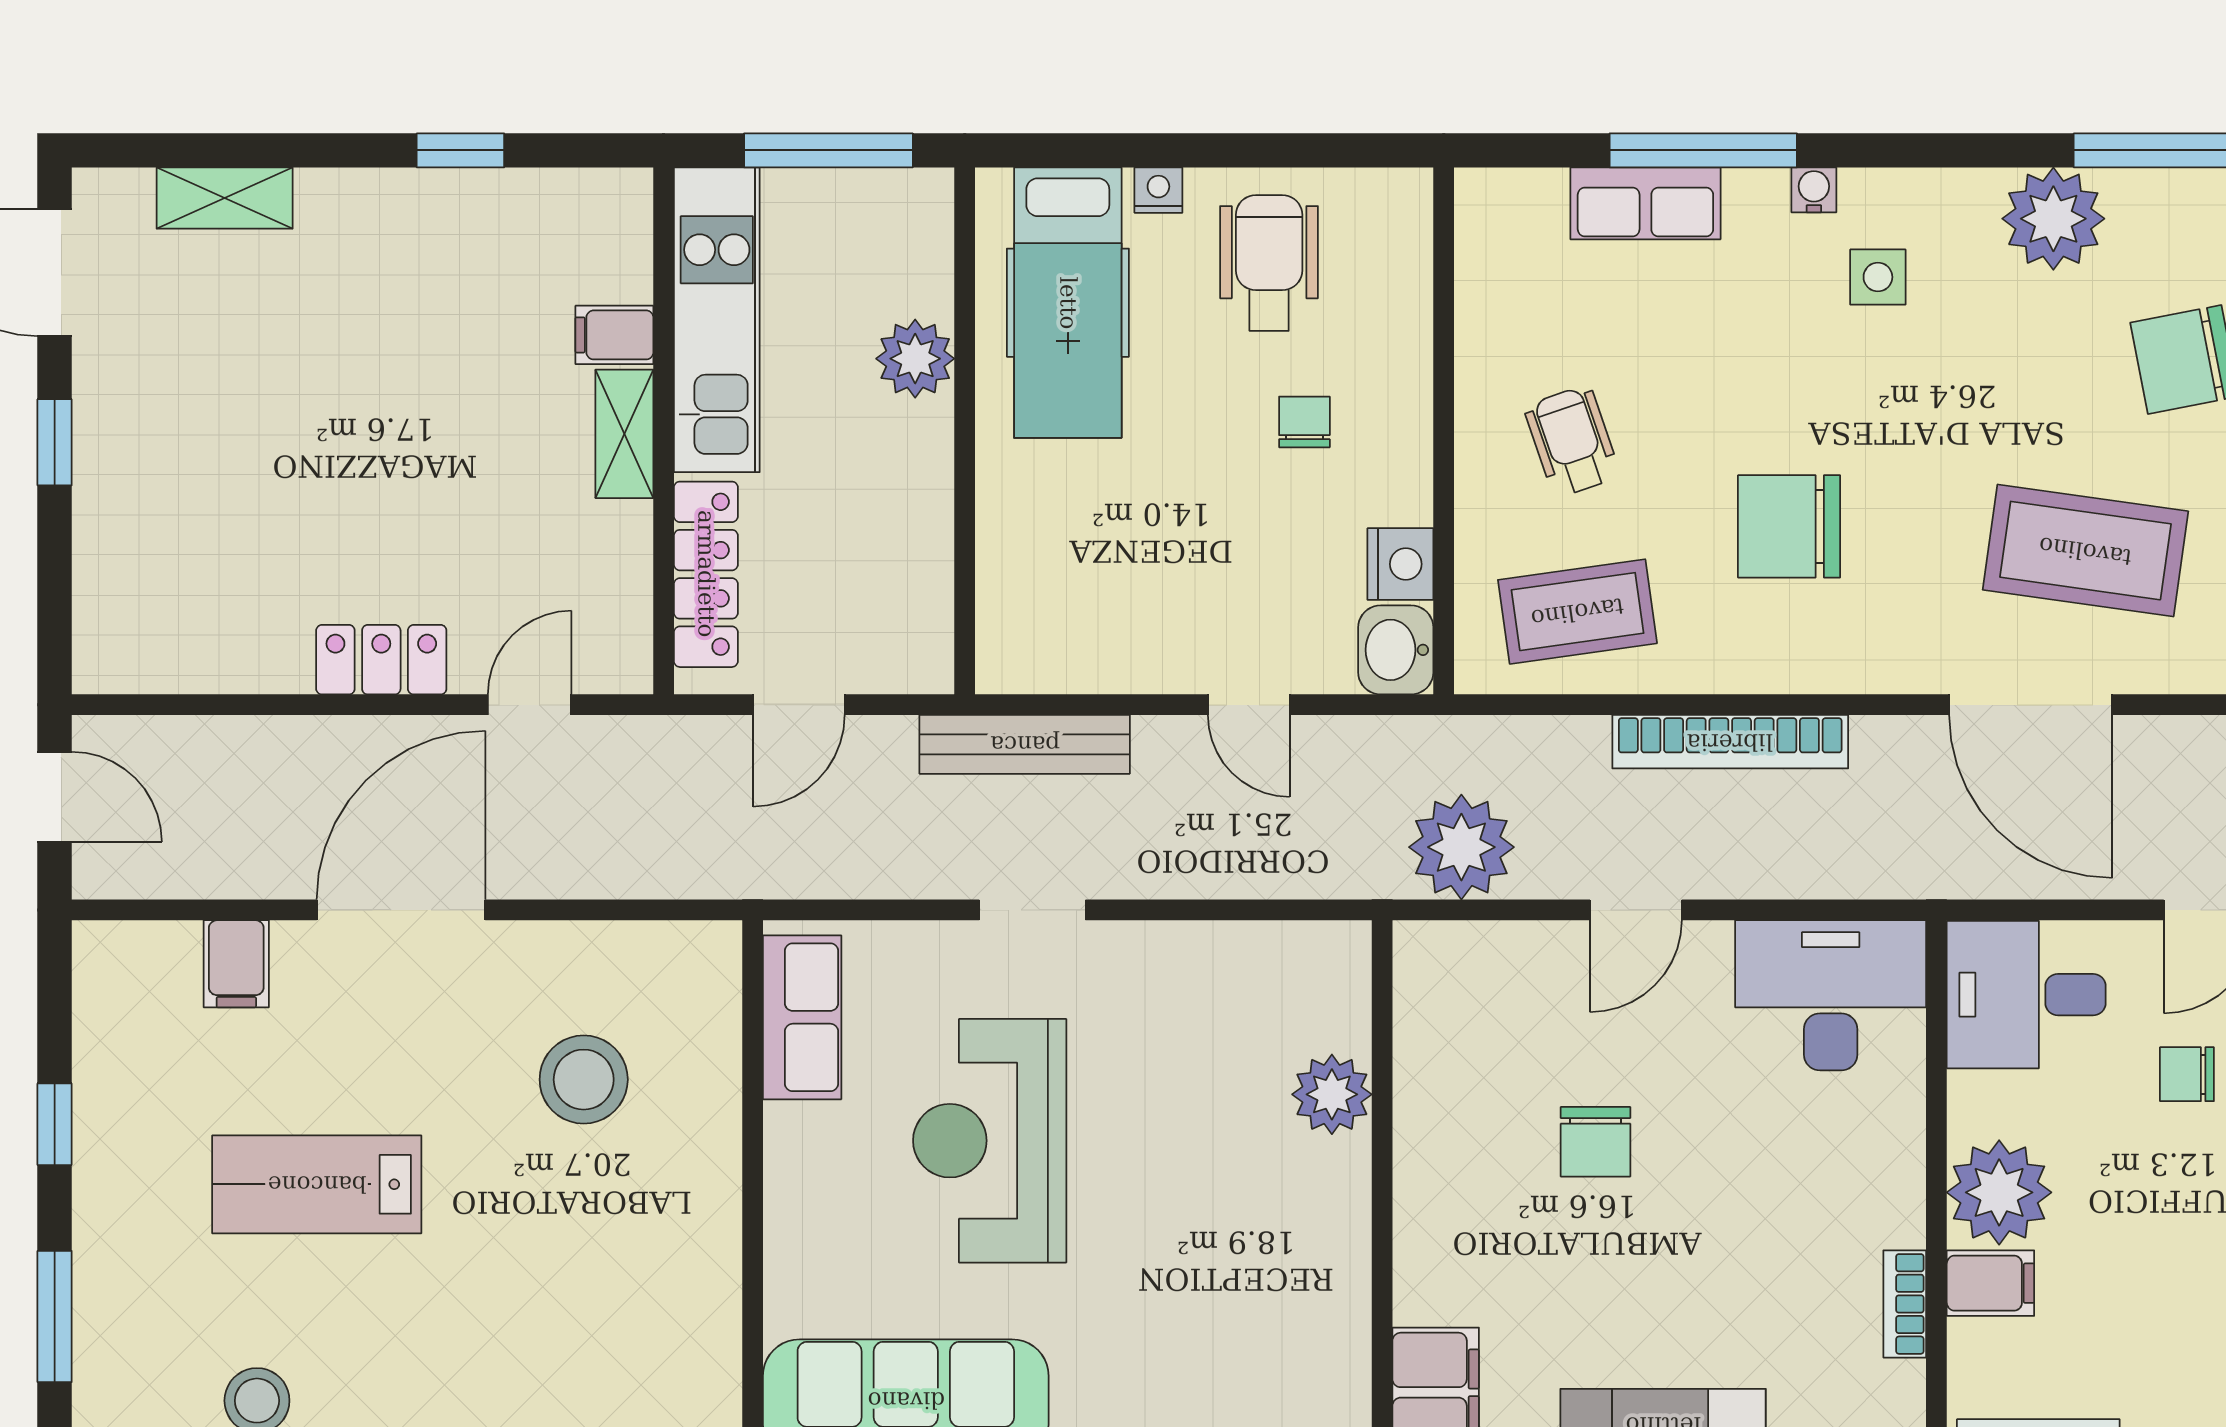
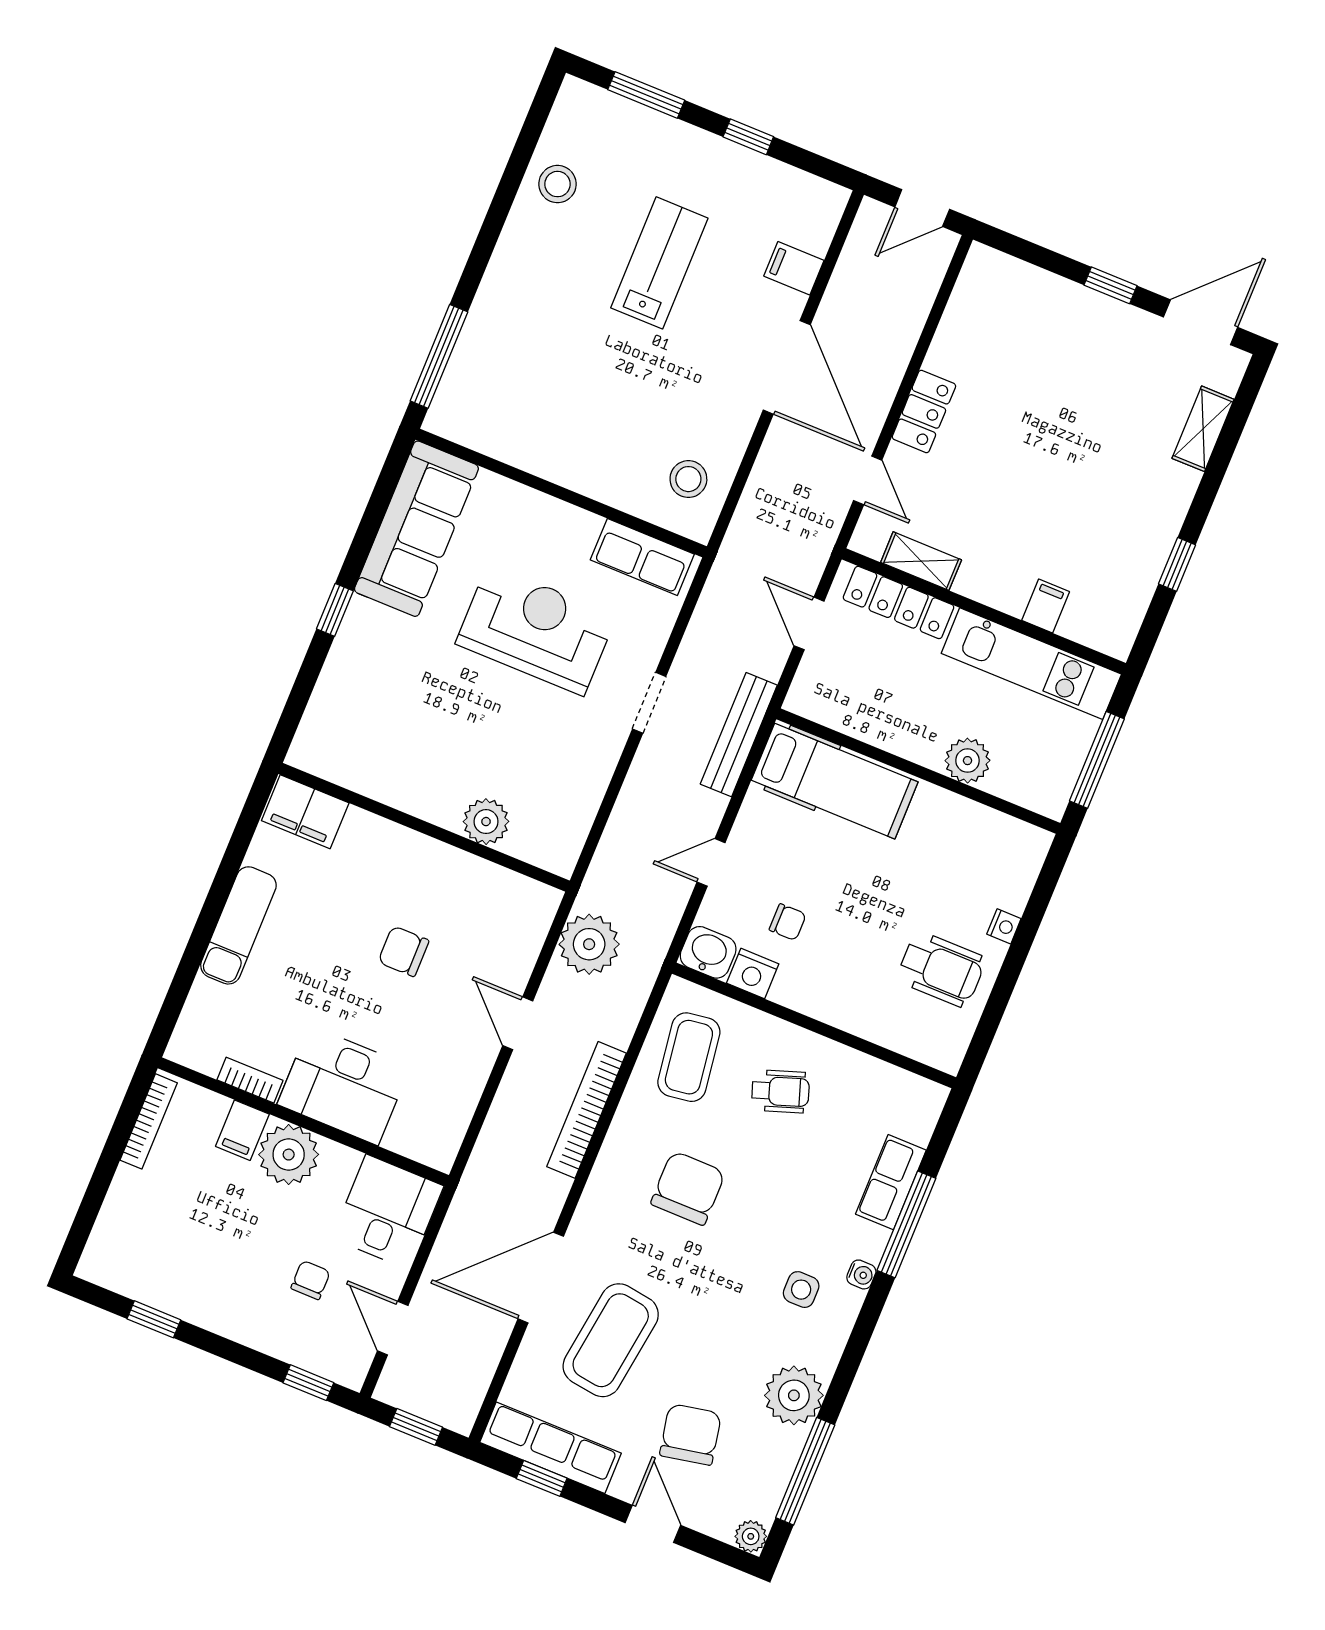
hospital bed: (1068, 303) -> (835, 781), moved, turned 180
chair: (1304, 422) -> (788, 922), moved
shelving: (624, 434) -> (921, 561), moved
desk: (1831, 995) -> (344, 1085), moved, turned 90
stool: (584, 1080) -> (688, 479), moved, width x0.73, depth x0.73

